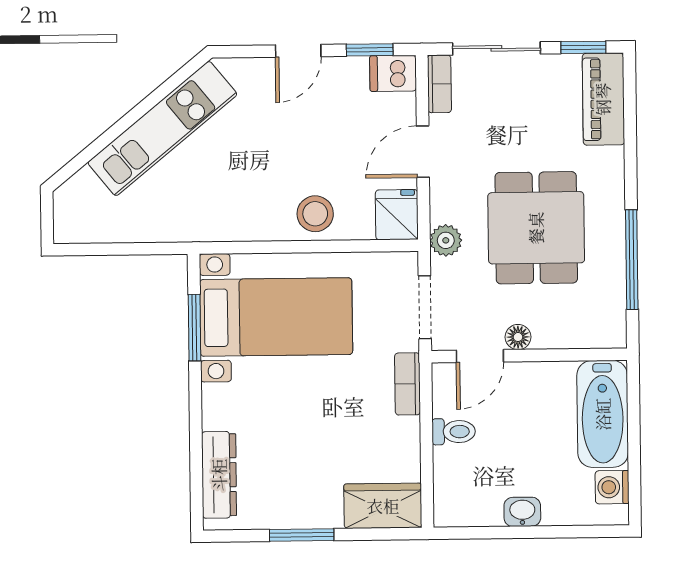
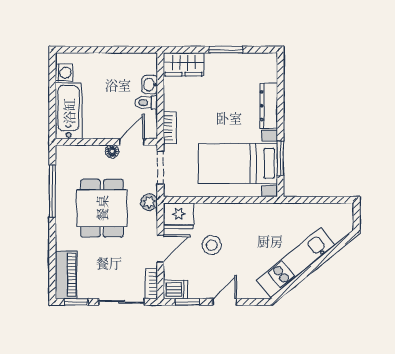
stool: (315, 214) -> (212, 245), moved
fridge: (397, 215) -> (179, 216), width x1.38
dresser: (219, 475) -> (269, 106), moved
washbasin: (522, 512) -> (150, 85), moved, turned 90

